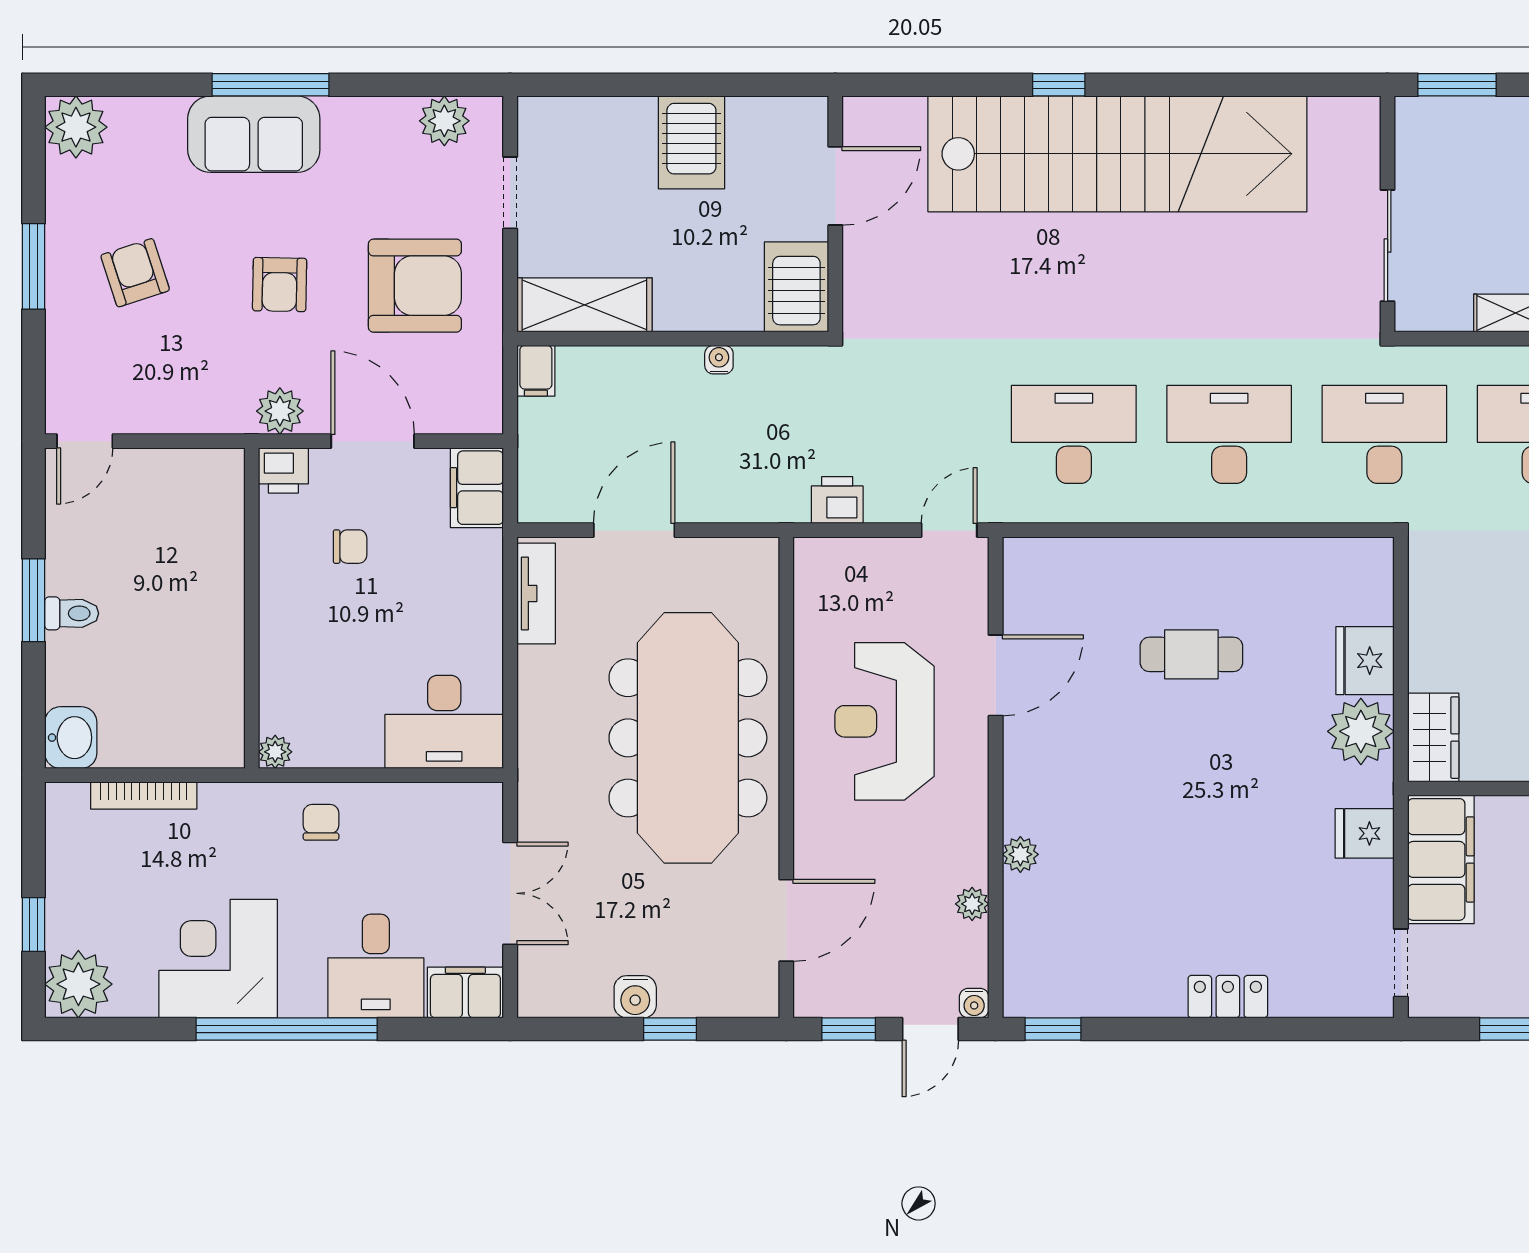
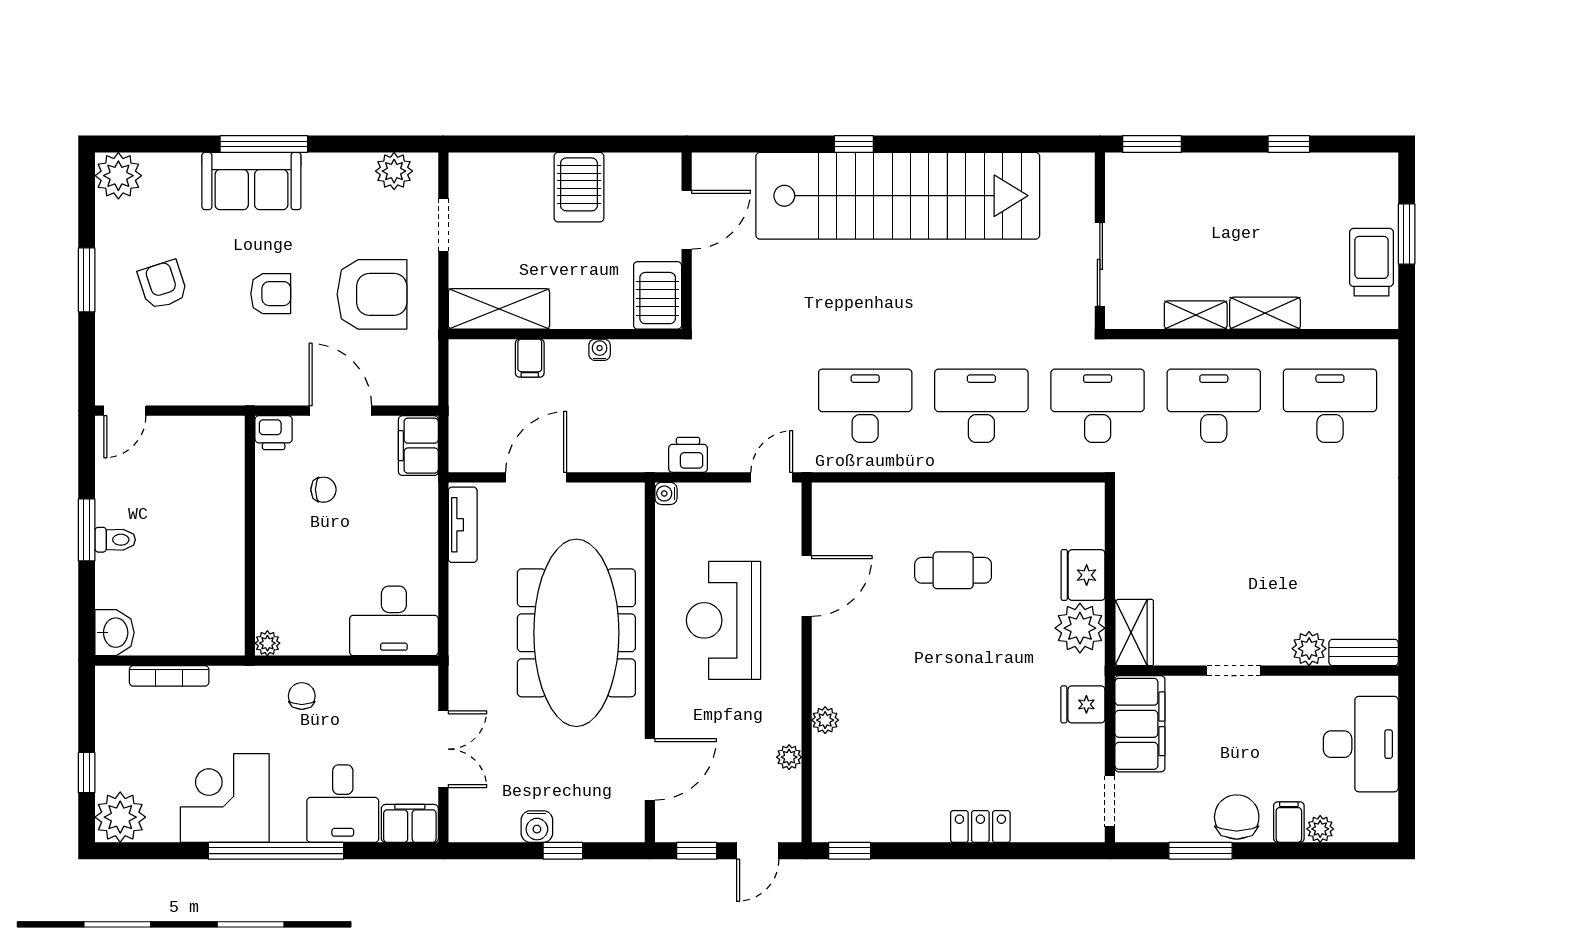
armchair: (280, 285) -> (271, 294), turned -91
filing cabinet: (536, 371) -> (530, 358), moved
plant: (280, 411) -> (271, 388), removed
water cooler: (974, 1003) -> (666, 493), moved, turned 90

